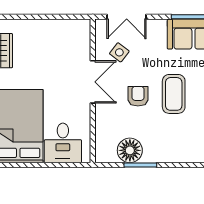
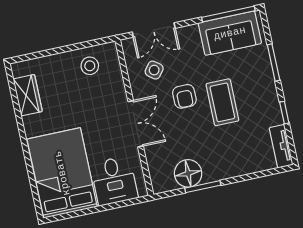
stool: (63, 36) -> (90, 66), added
double door: (93, 82) -> (136, 124), moved
armchair: (138, 96) -> (184, 96), moved, turned 180

